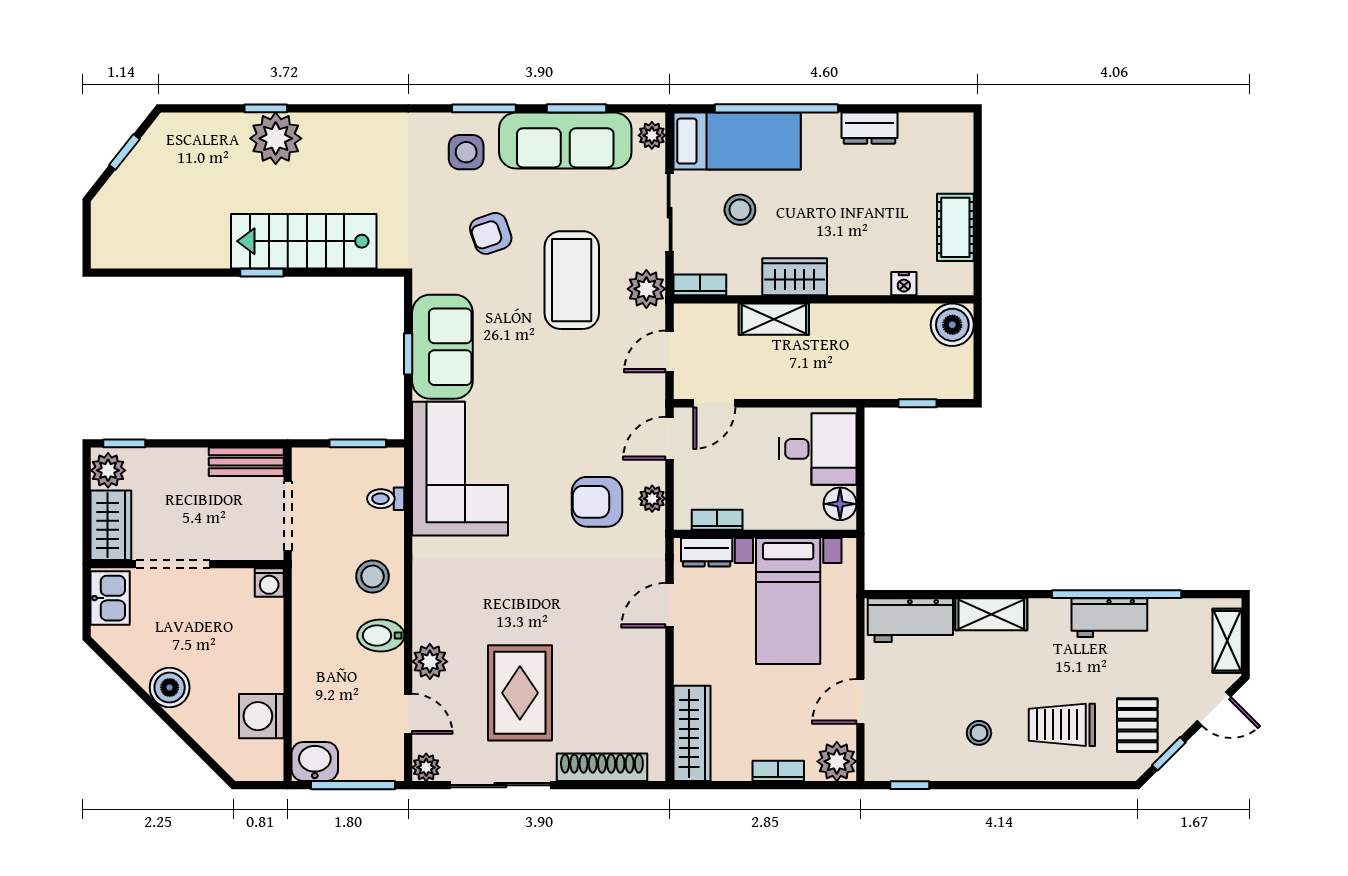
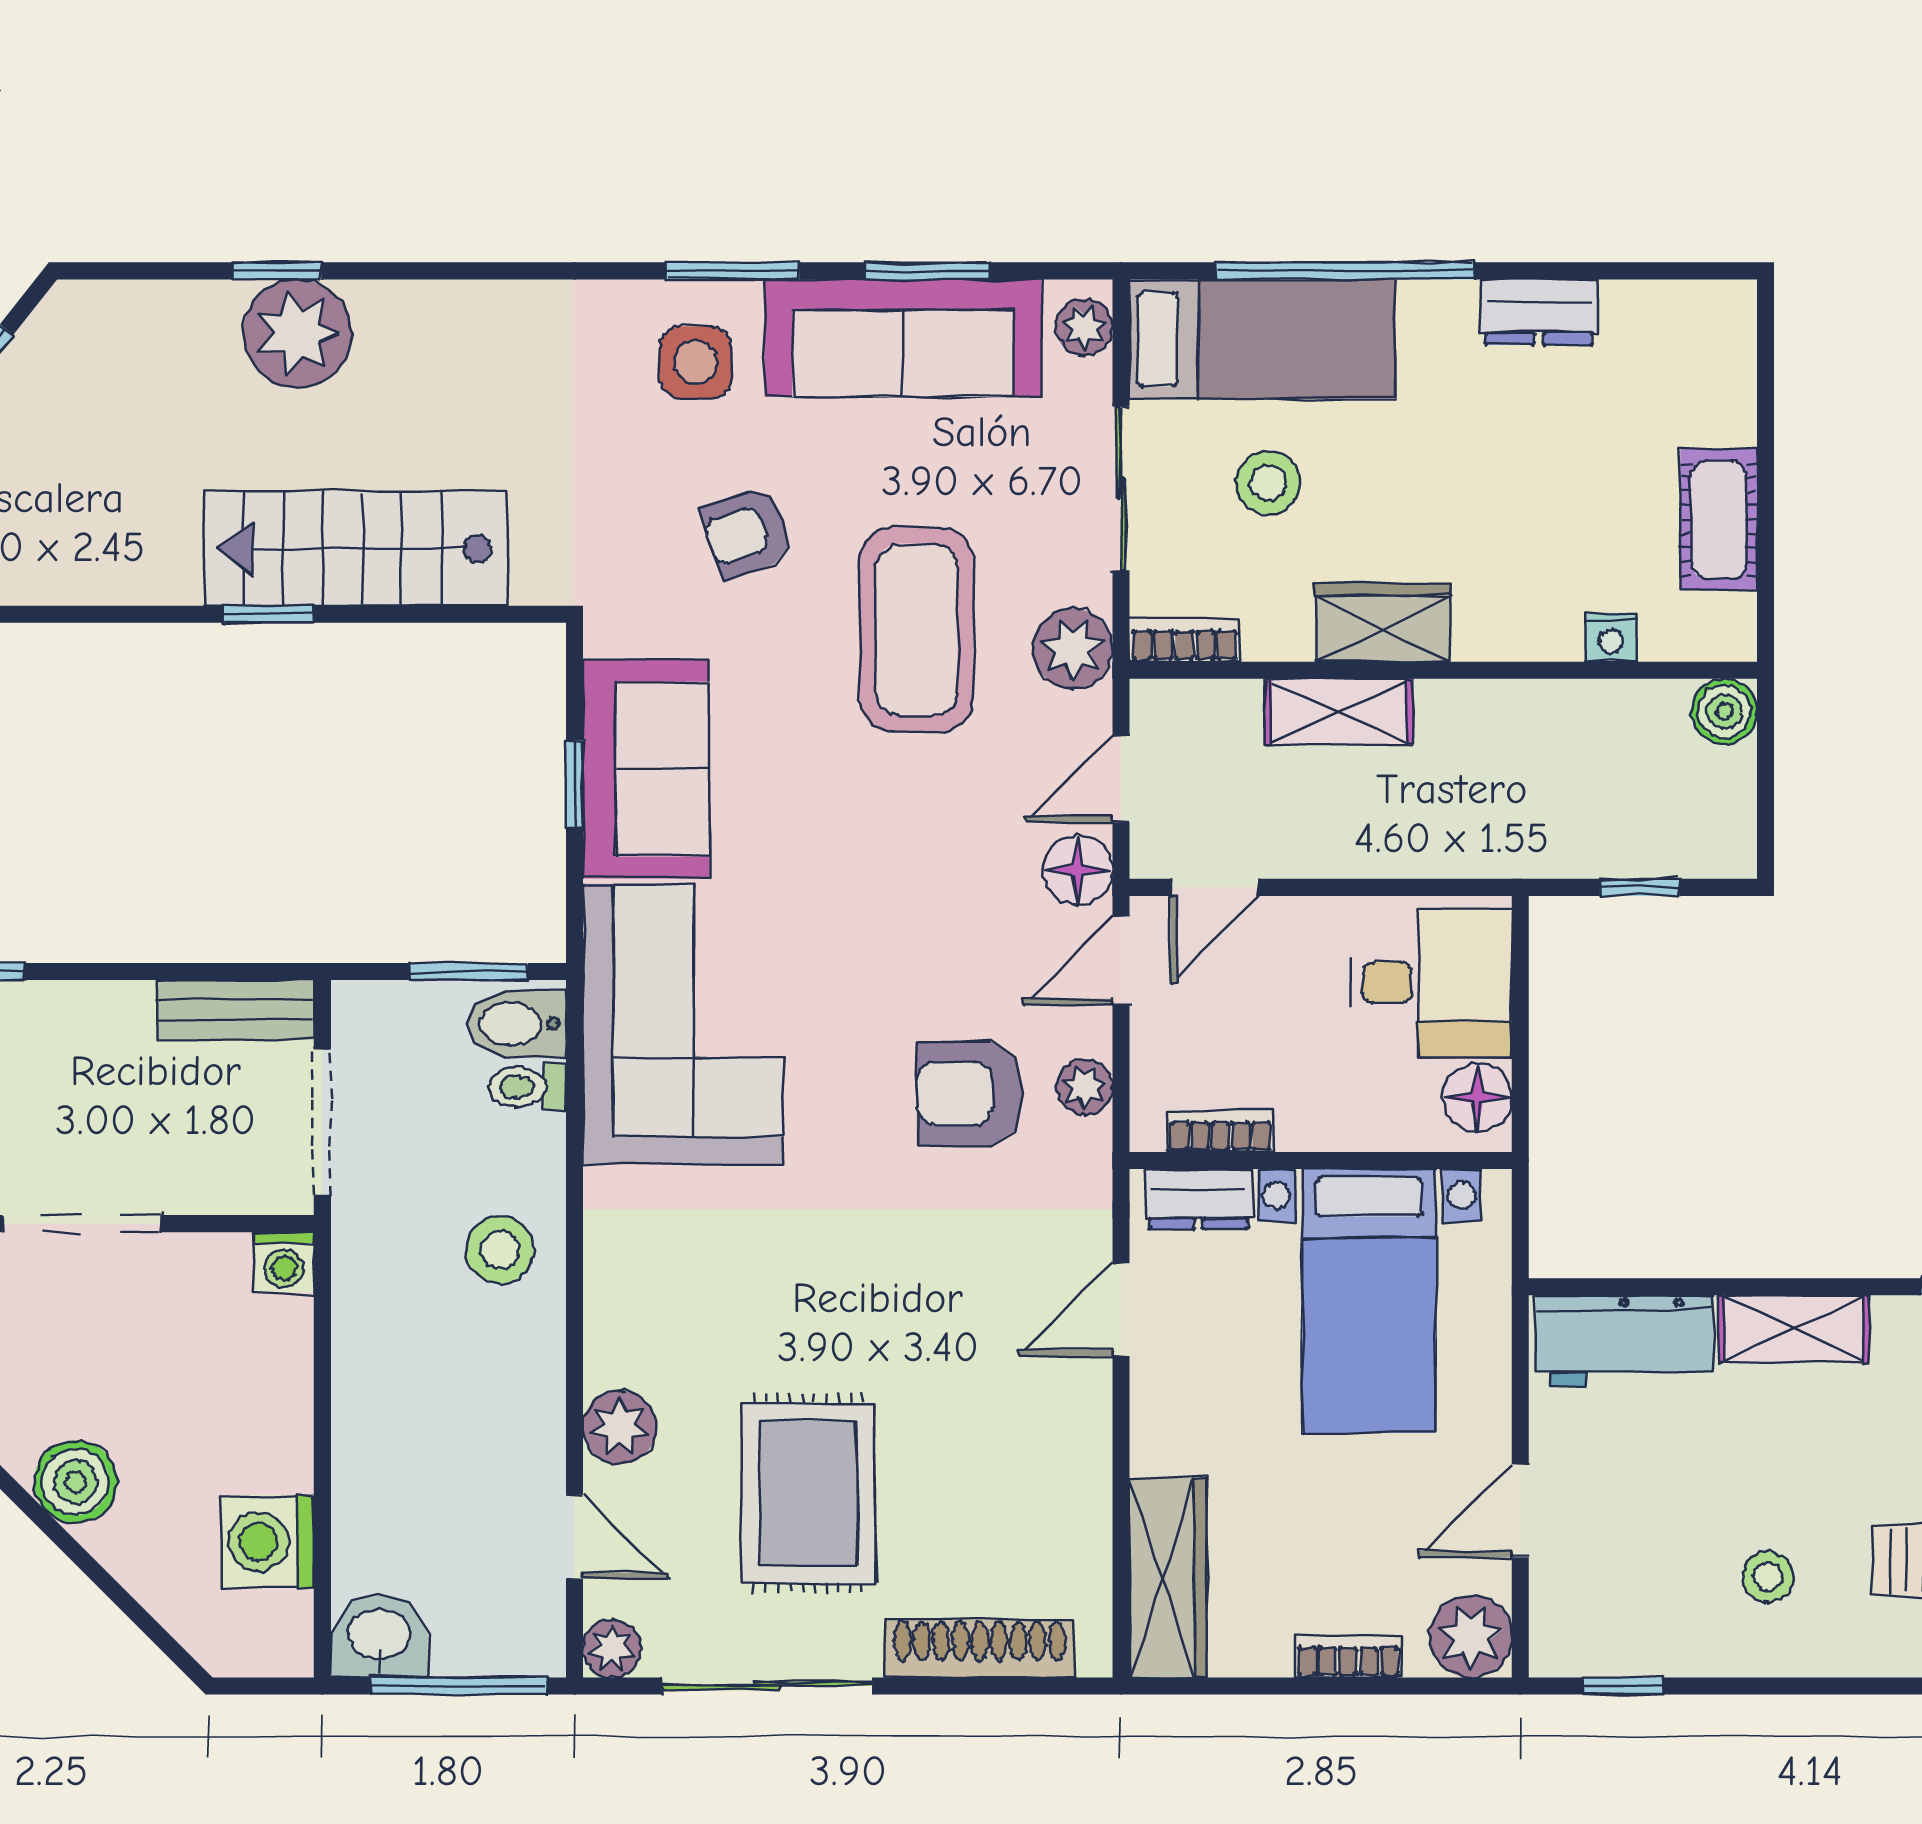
boiler: (952, 325) -> (1724, 711), width x0.73, depth x0.73
floor lamp: (649, 395) -> (1078, 870), added
bidet: (381, 635) -> (517, 1024), moved

